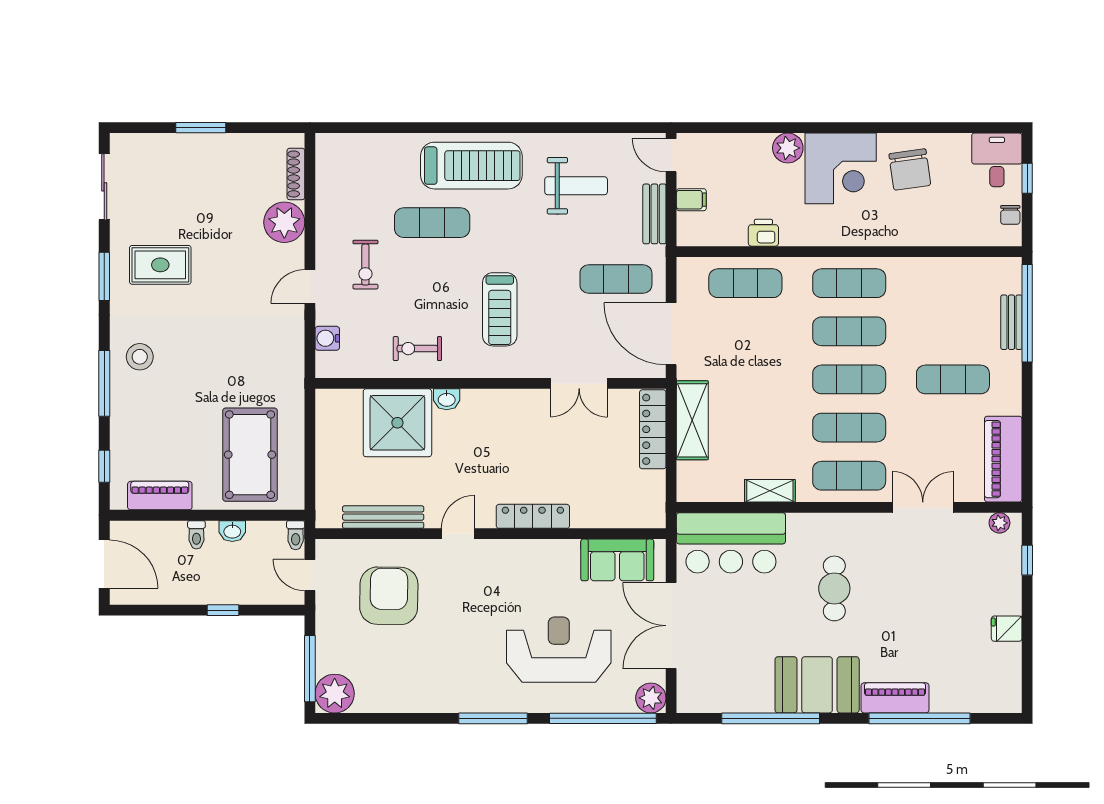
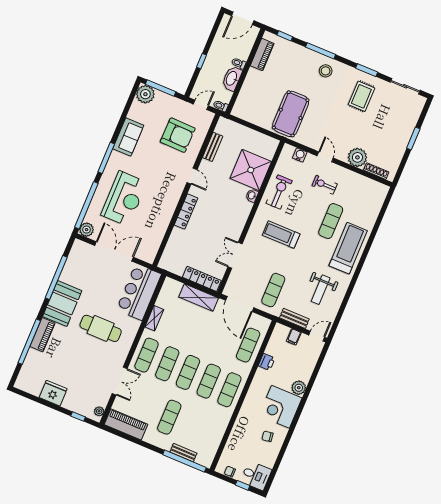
treadmill: (471, 166) -> (348, 248), turned 180
chair: (910, 170) -> (267, 436), width x0.54, depth x0.54
door: (671, 334) -> (240, 304), swing flipped
exercise bike: (417, 349) -> (279, 192), width x1.38, depth x1.39
pool table: (250, 455) -> (291, 114), moved, turned 90
bench: (383, 517) -> (213, 147), width x0.73
washbasin: (232, 531) -> (232, 78), width x1.91, depth x1.45
sofa: (617, 560) -> (128, 137), moved, turned 180
cafe table: (834, 588) -> (101, 328), width x1.37, depth x1.35
fridge: (1007, 629) -> (53, 393), width x1.88, depth x1.34

